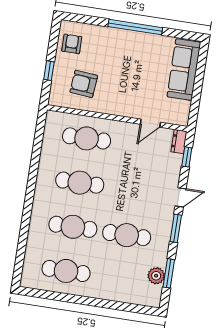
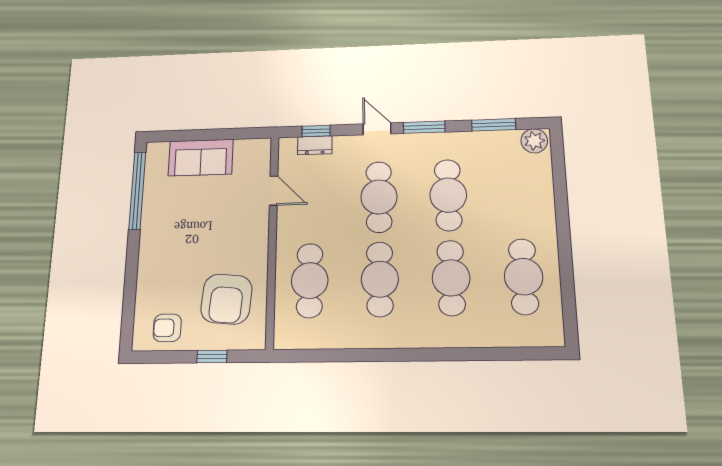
window: (135, 27) -> (137, 190), moved
sofa: (184, 70) -> (201, 158), width x0.73
armchair: (84, 84) -> (226, 299), width x1.36, depth x1.36
dresser: (179, 141) -> (315, 145), moved
cafe table: (133, 191) -> (379, 197), added
plant: (156, 276) -> (534, 141), moved

